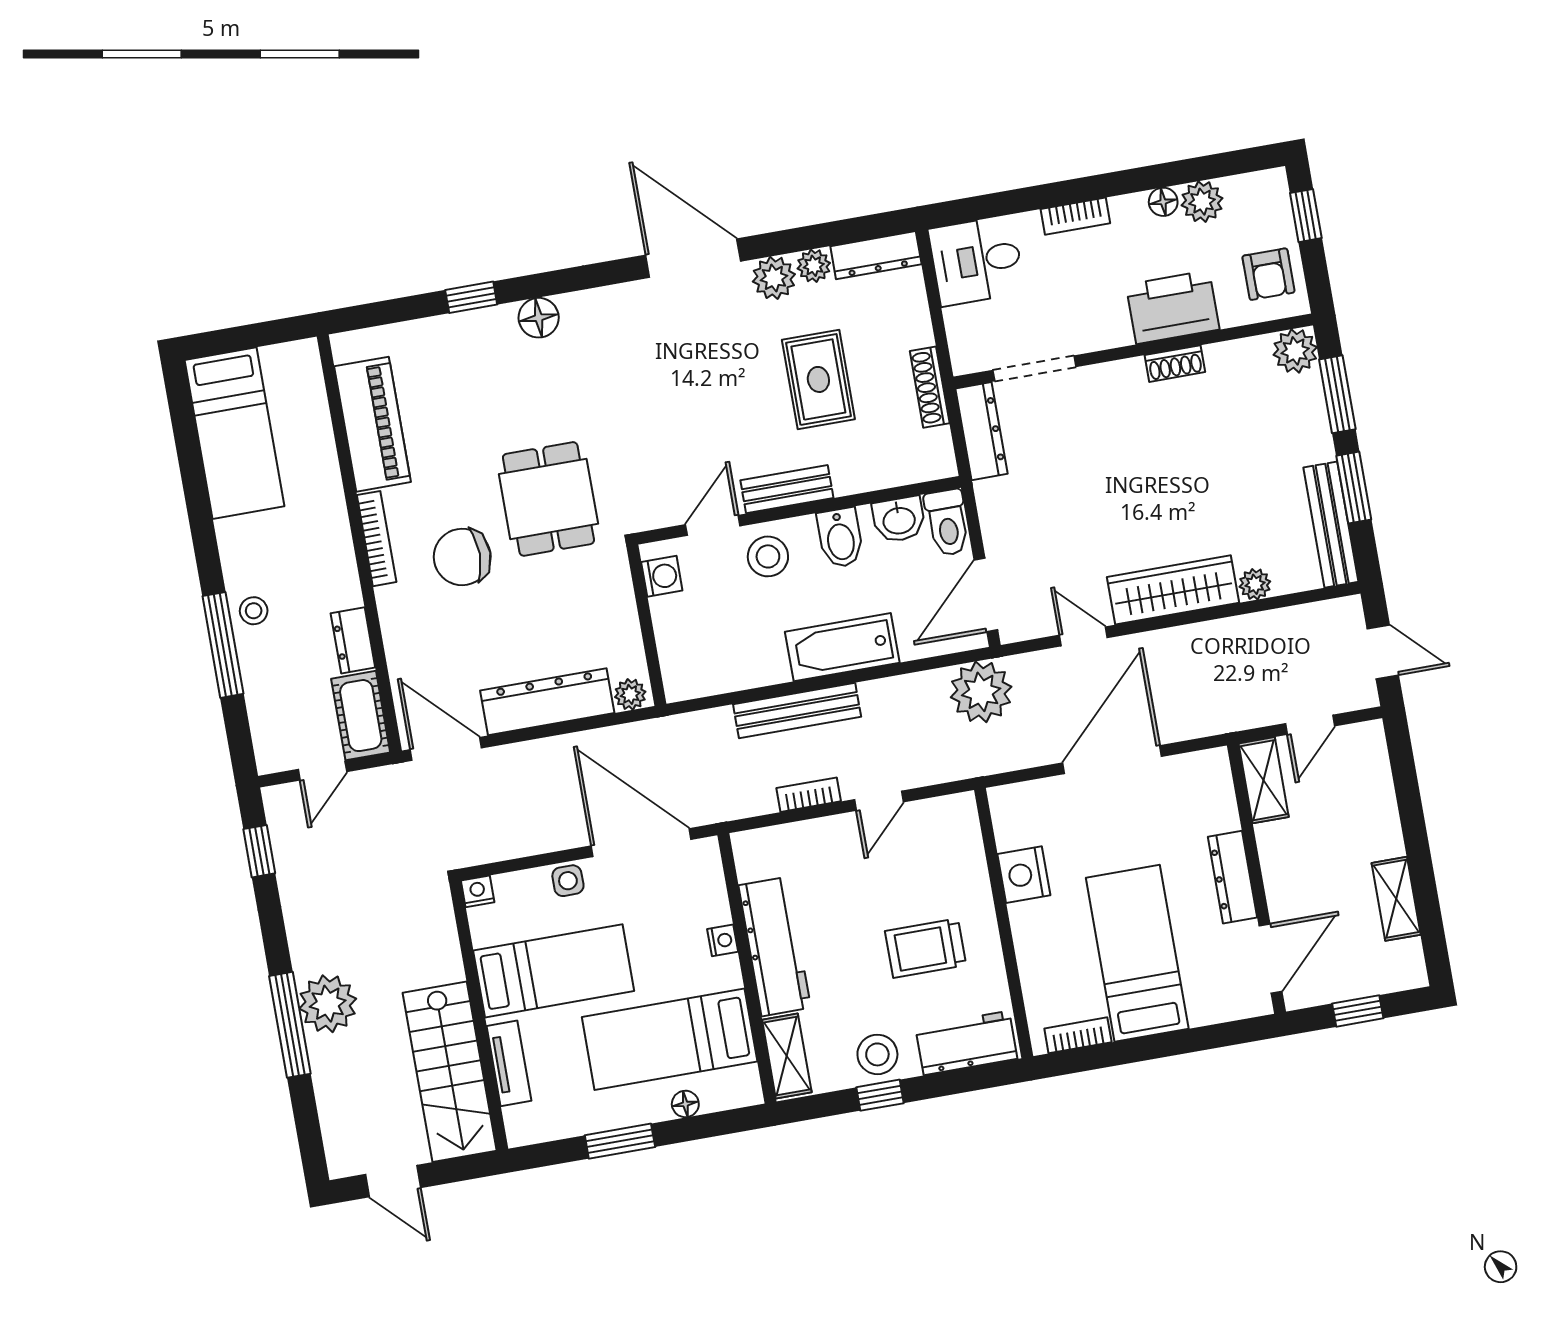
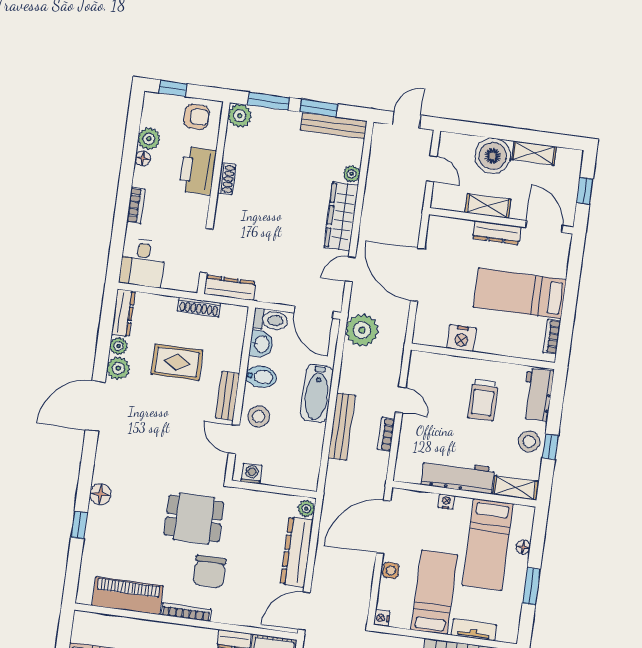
shelving: (1264, 780) -> (488, 206), moved
boiler: (1368, 826) -> (493, 156), added

